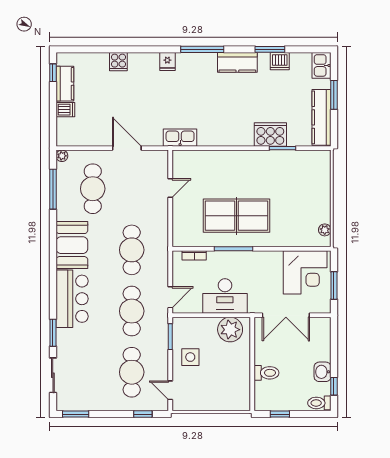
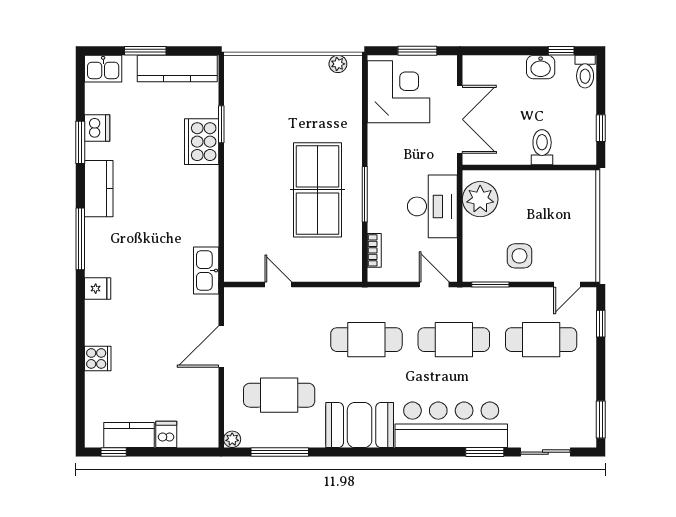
bar counter: (72, 299) -> (451, 425), width x1.36

